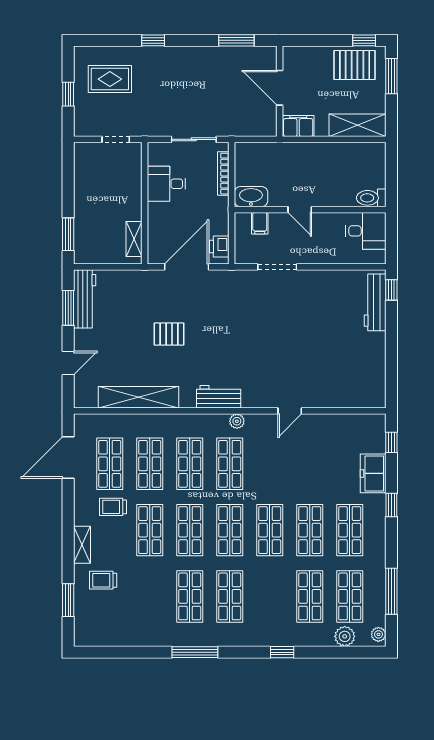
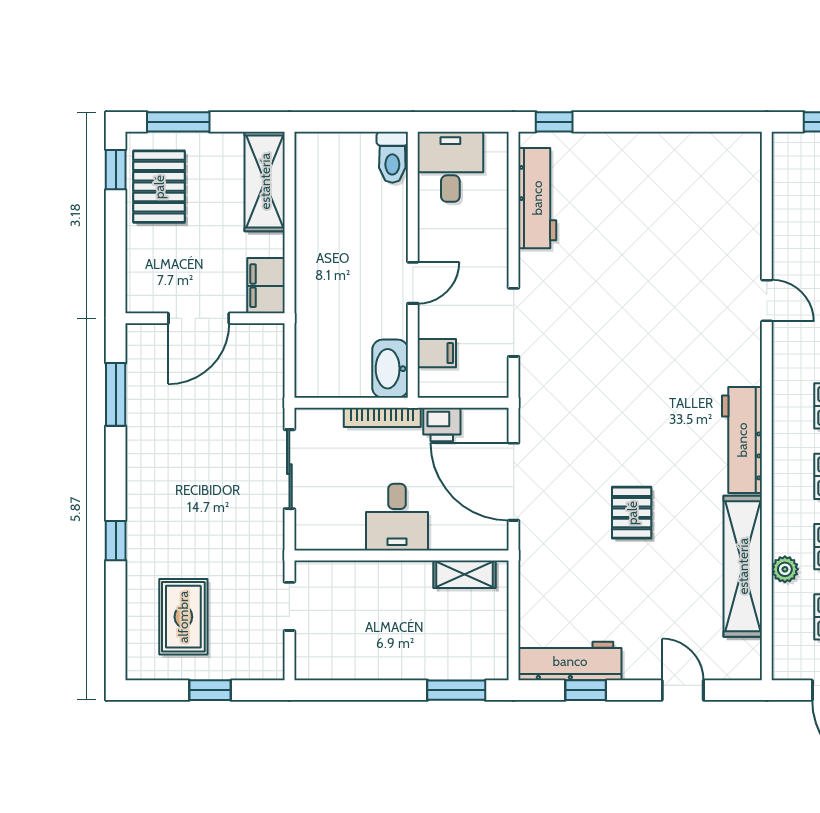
bookcase: (223, 174) -> (382, 417), moved
desk: (166, 184) -> (397, 517), moved
printer: (219, 246) -> (442, 424), moved
workbench: (375, 302) -> (537, 198), moved, turned -90
window: (68, 308) -> (586, 690), width x0.67
workbench: (219, 397) -> (742, 440), width x1.38
plant: (237, 421) -> (785, 569), moved

